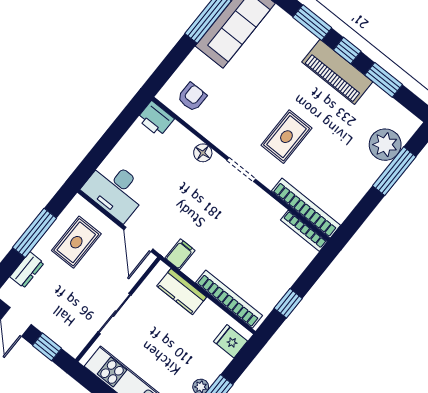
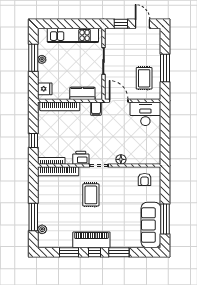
printer: (155, 119) -> (81, 158), moved
plant: (385, 145) -> (42, 229), width x0.53, depth x0.53
dresser: (27, 270) -> (156, 50), removed
window: (288, 303) -> (33, 141), moved

